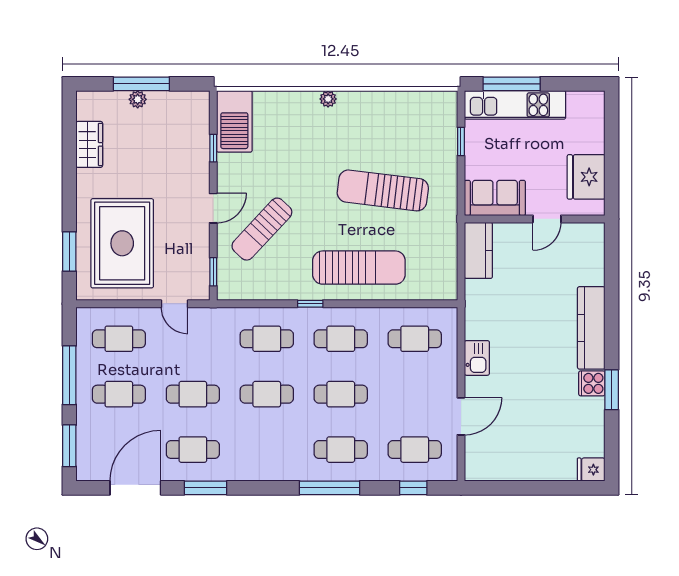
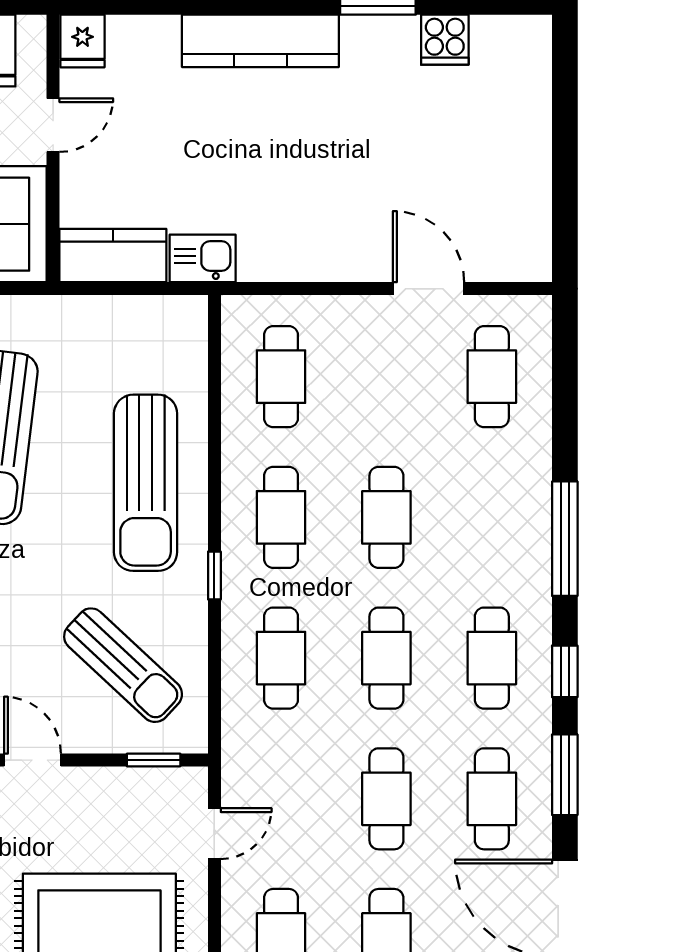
door: (547, 219) -> (53, 125), hinge flipped
sun lounger: (262, 229) -> (123, 665), moved
sun lounger: (359, 268) -> (146, 483), turned 180
kitchen sink: (477, 358) -> (203, 258), moved
cooker: (592, 383) -> (445, 40), moved
cafe table: (341, 450) -> (492, 658), moved
fridge: (591, 470) -> (82, 41), moved
window: (413, 488) -> (565, 671), moved

